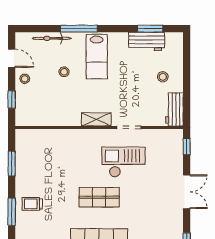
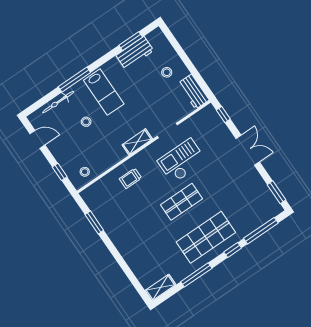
stool: (25, 79) -> (85, 172), moved
trolley: (32, 204) -> (130, 178), moved
window: (12, 212) -> (120, 261), removed

